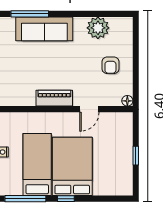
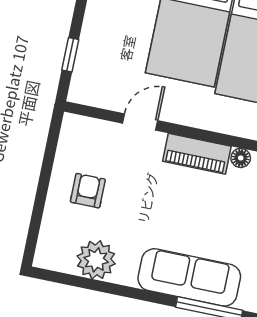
floor lamp: (127, 101) -> (241, 158), moved
window: (136, 156) -> (70, 55), moved

